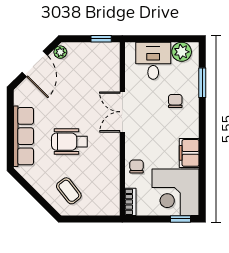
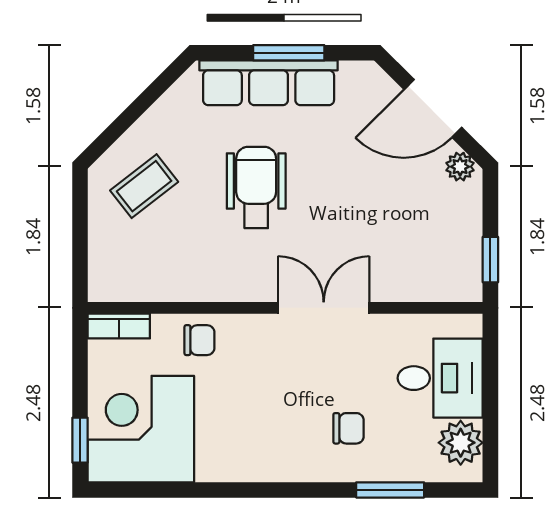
window: (10, 127) -> (289, 53), added
filing cabinet: (189, 153) -> (230, 460), removed

